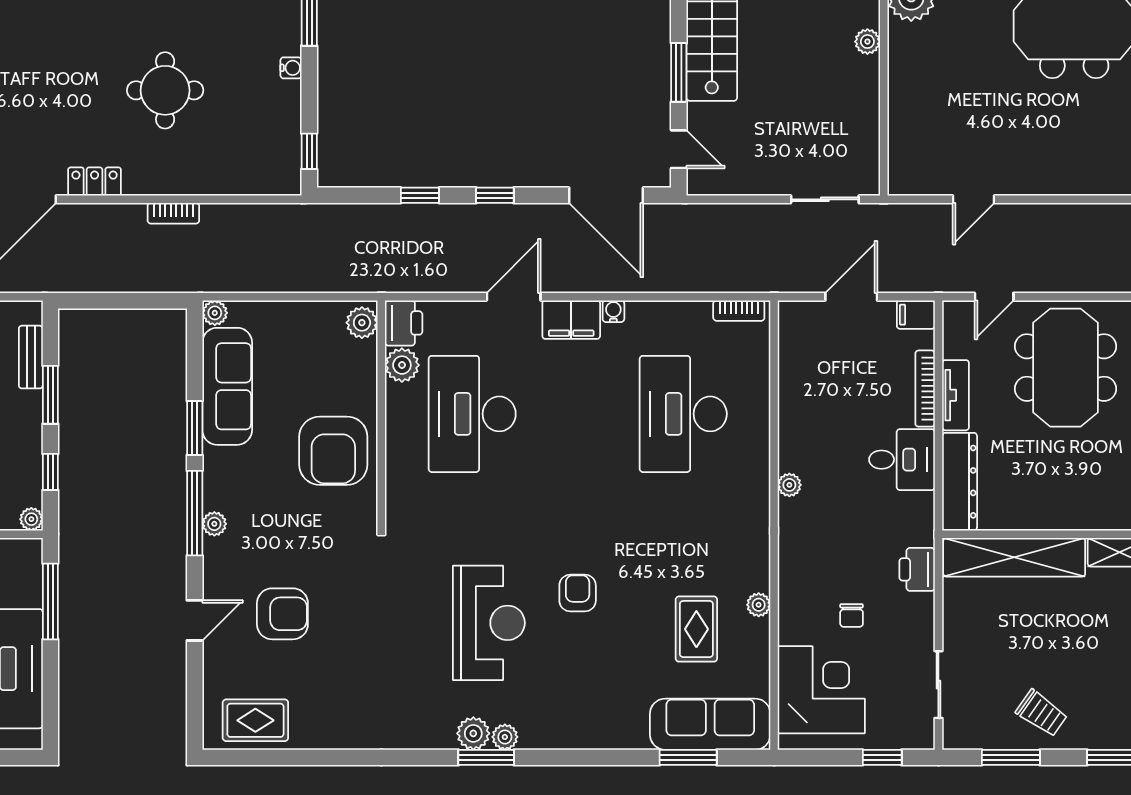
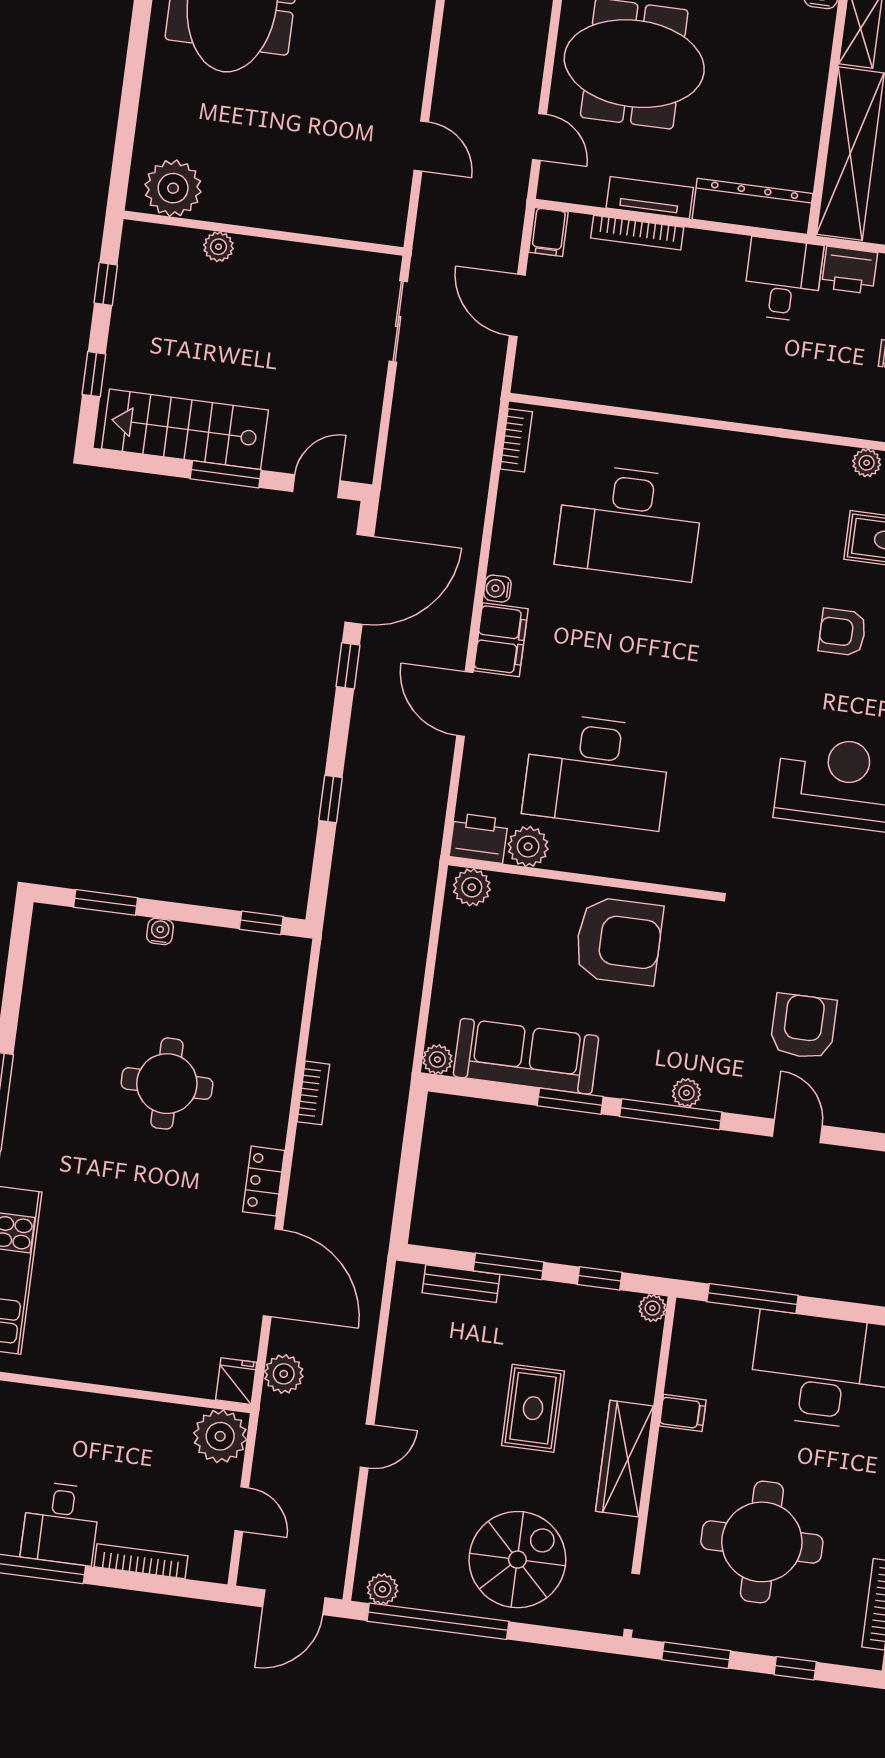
window: (495, 195) -> (348, 666), moved
desk: (902, 460) -> (783, 280), moved
plant: (789, 485) -> (730, 408), removed
armchair: (578, 593) -> (842, 632), moved

